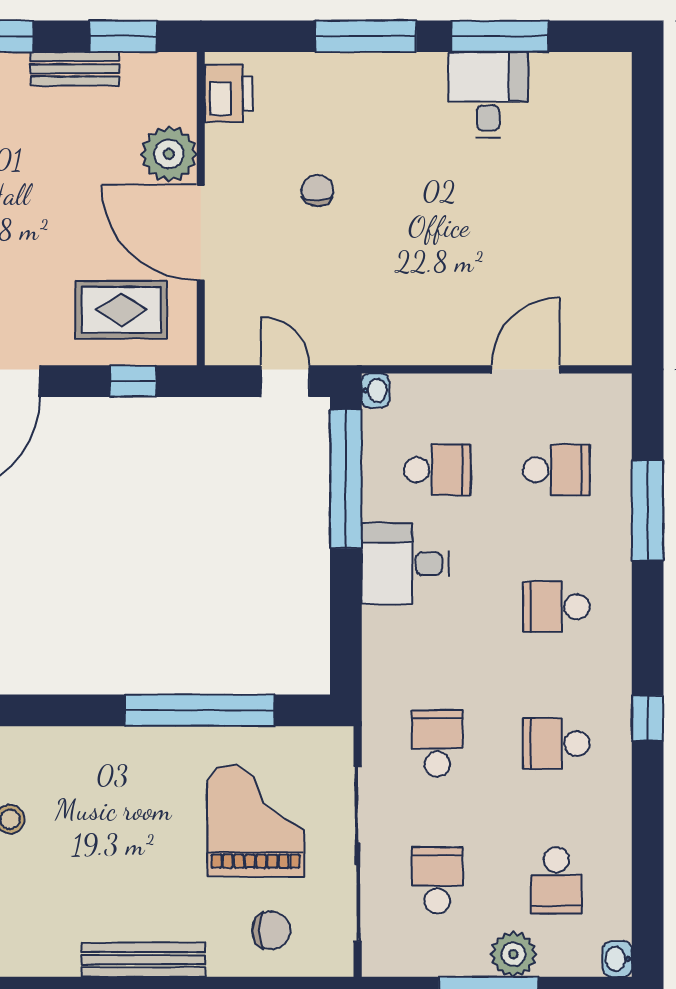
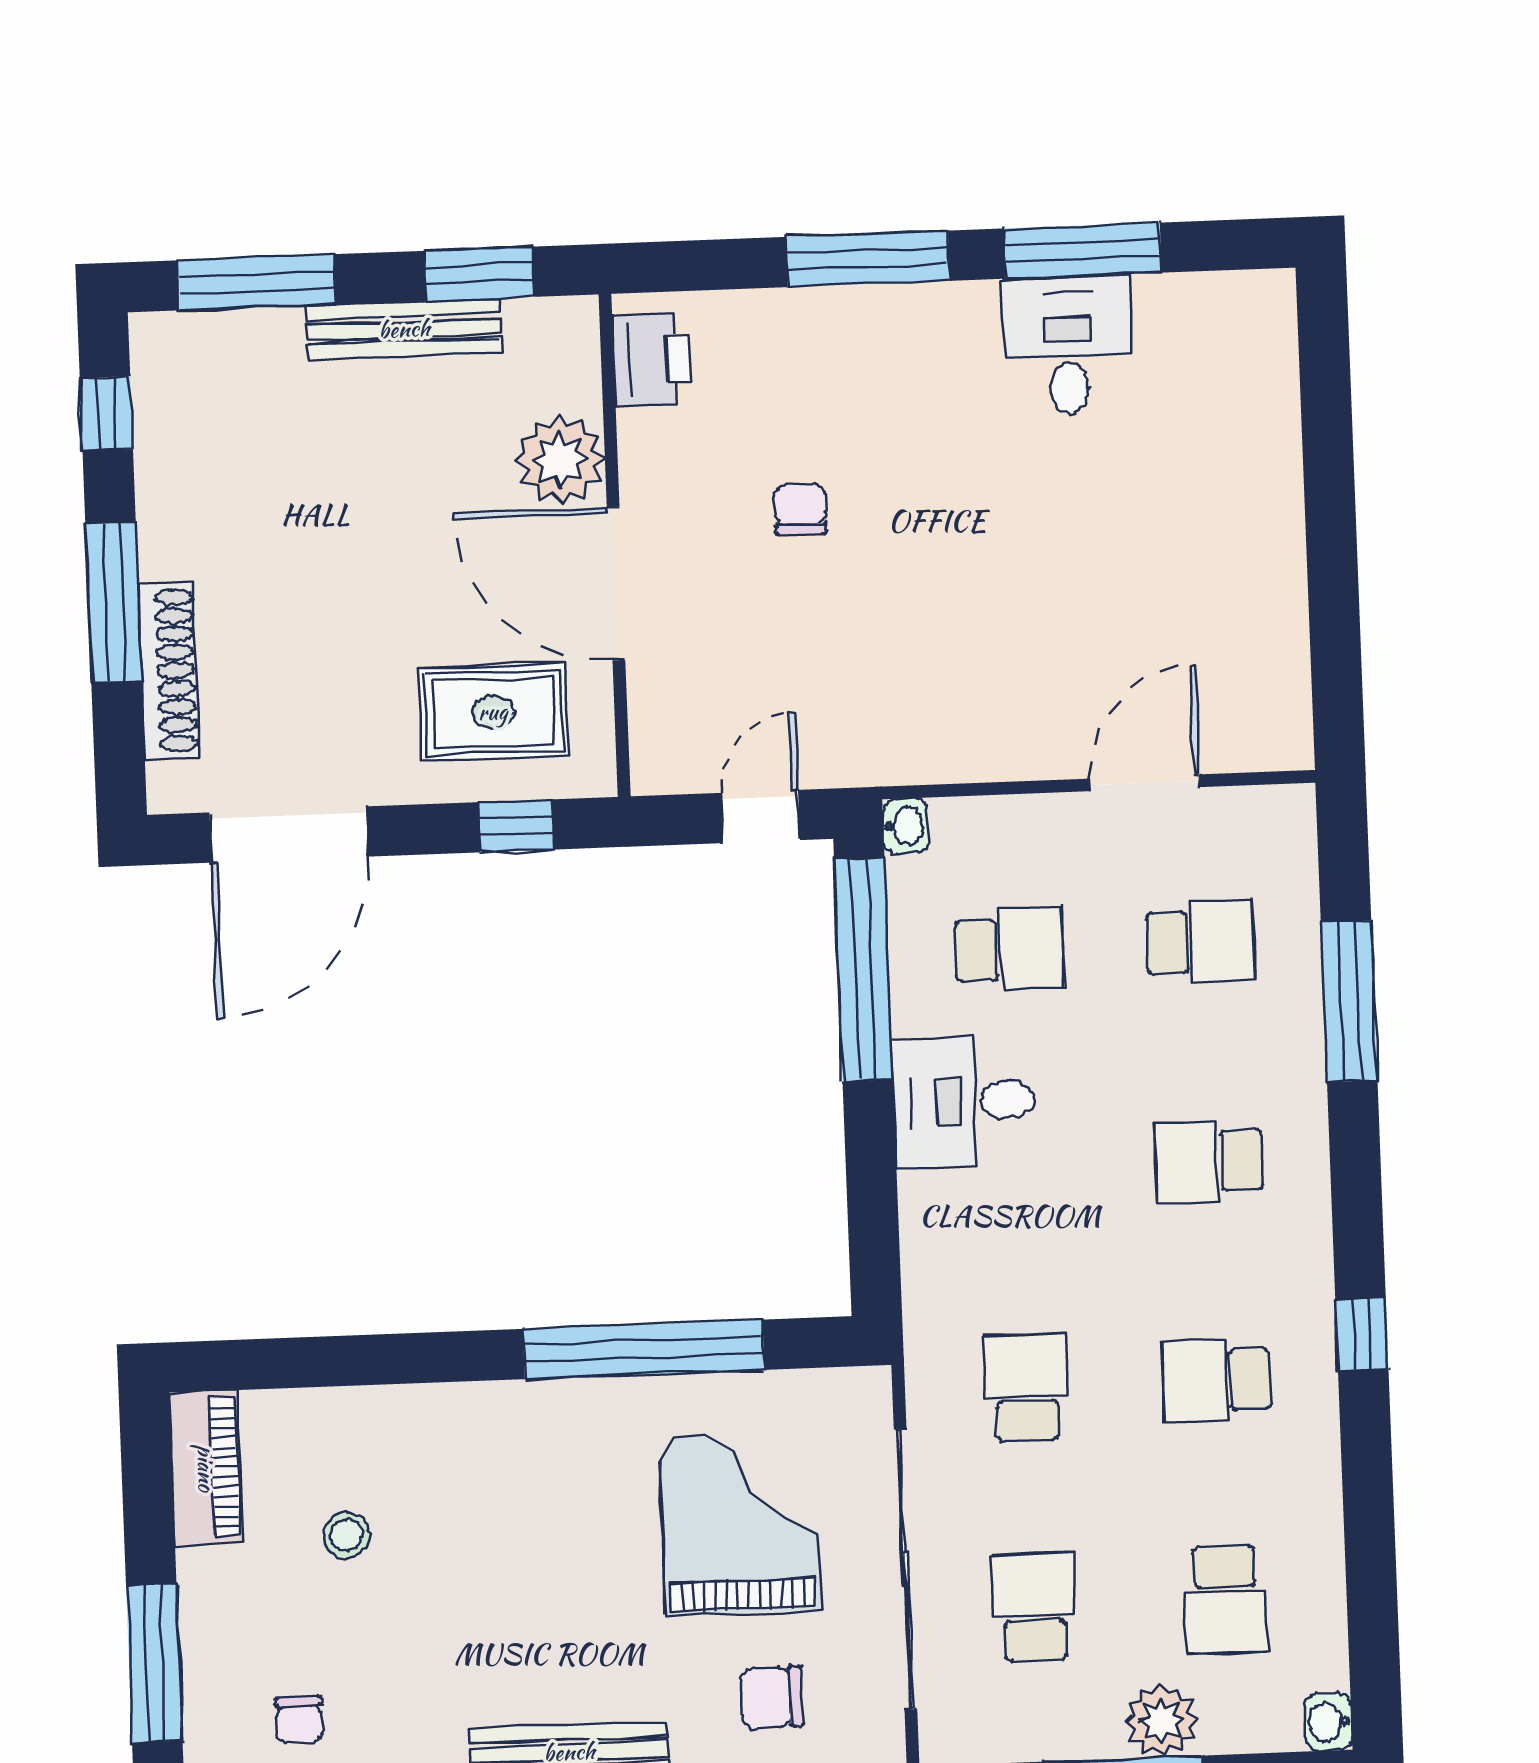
bench: (75, 69) -> (404, 329), width x1.36
door: (285, 381) -> (760, 816), hinge flipped
chair: (271, 930) -> (772, 1697), turned 180

